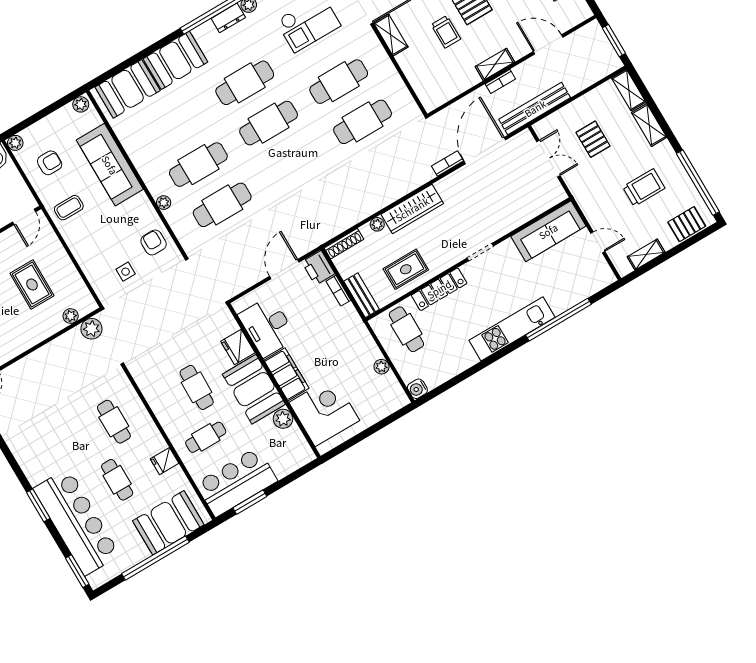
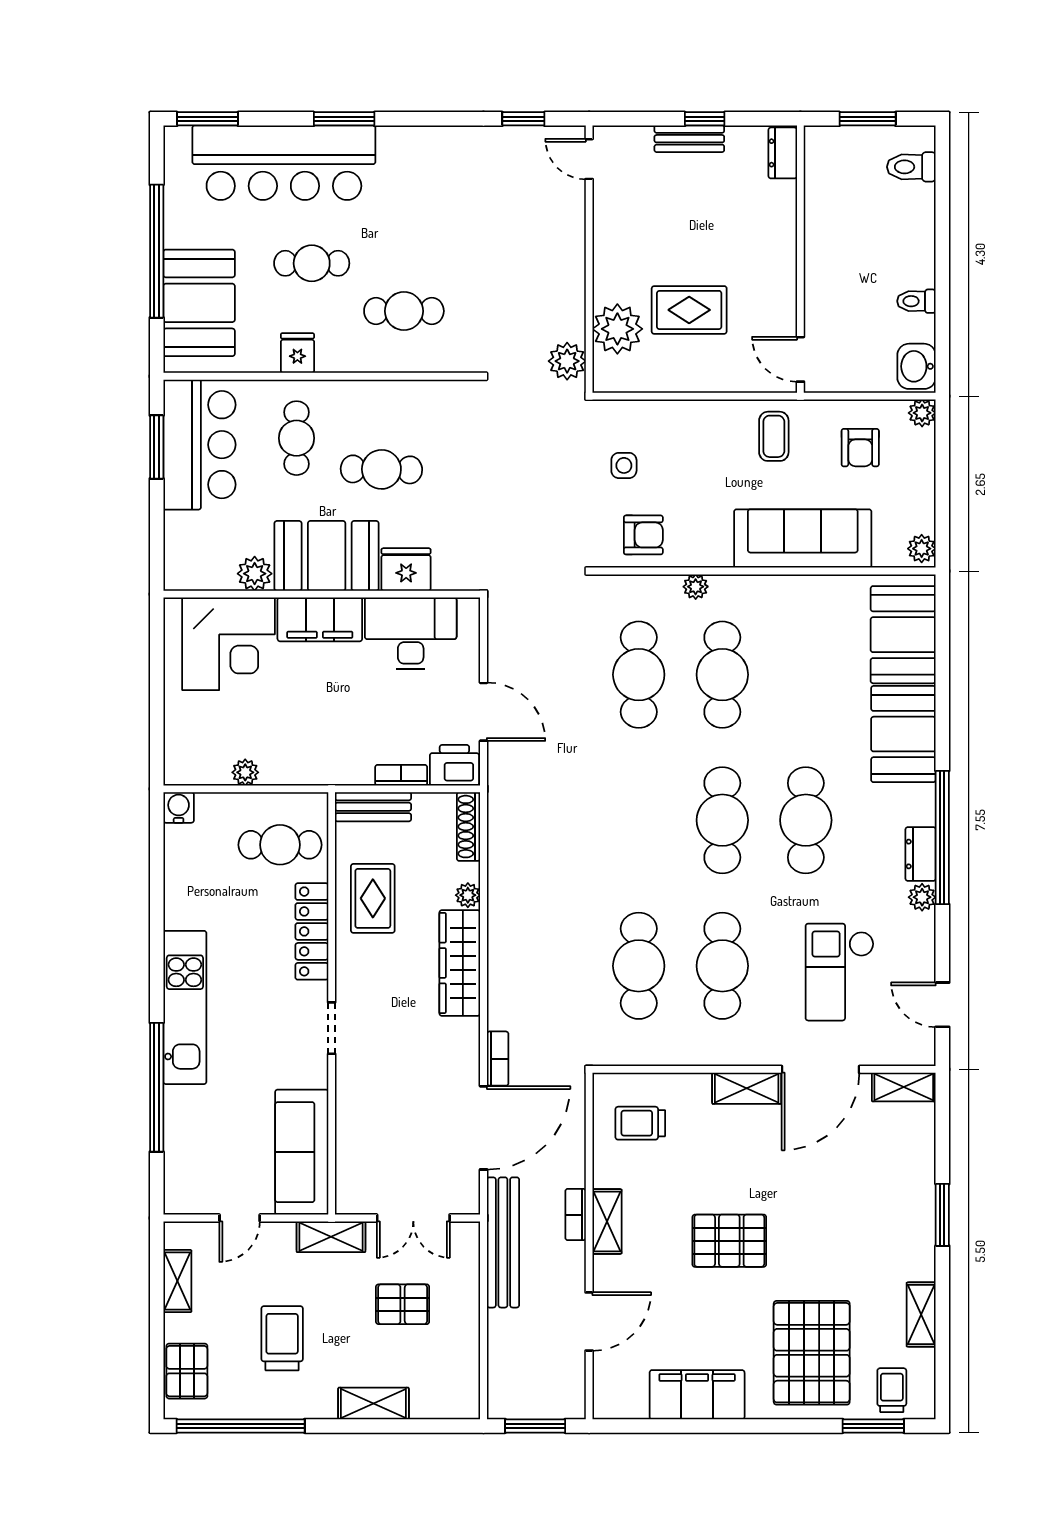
trolley: (446, 32) -> (640, 1123), moved
shelving: (629, 90) -> (331, 1237), moved
door: (485, 151) -> (483, 1128), hinge flipped
trolley: (644, 188) -> (282, 1338), turned 180
plant: (71, 316) -> (617, 329), width x1.87, depth x1.87

